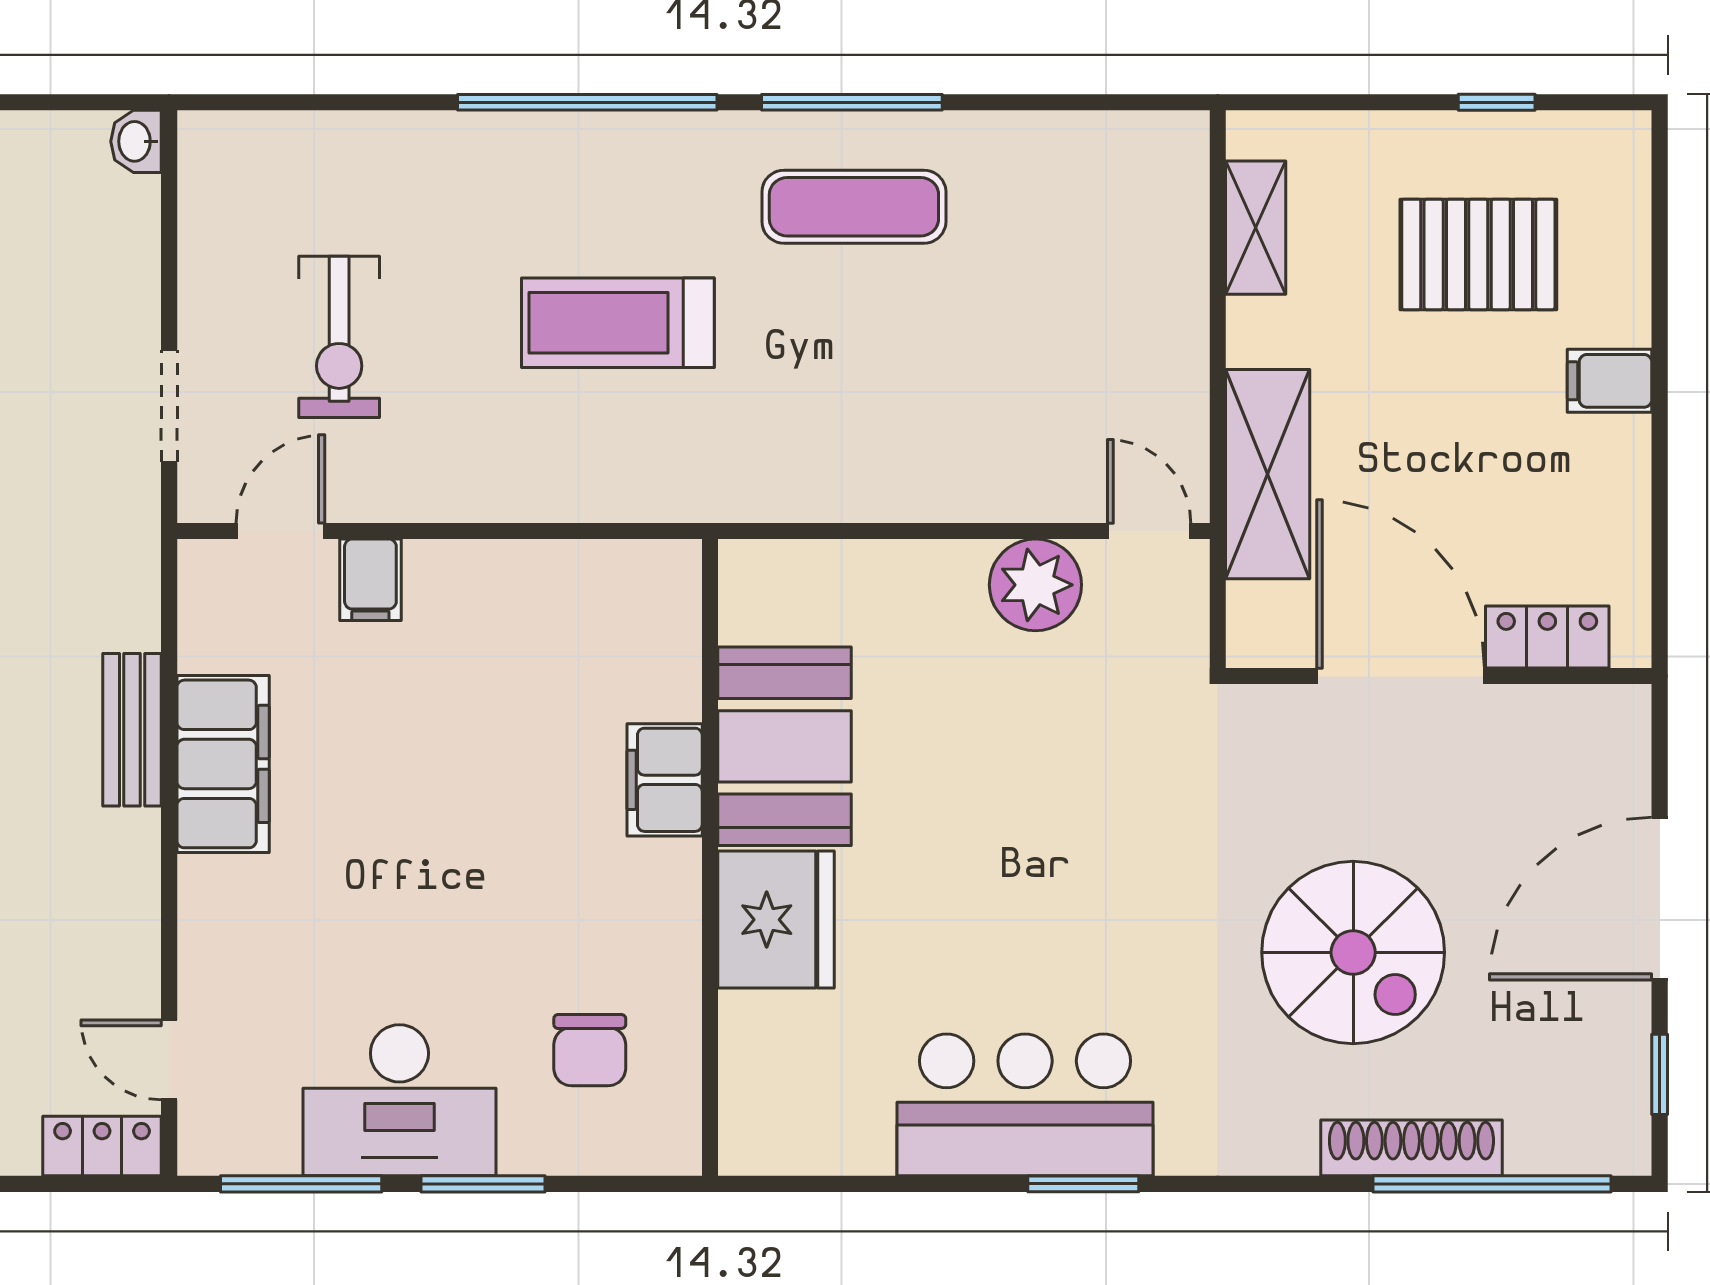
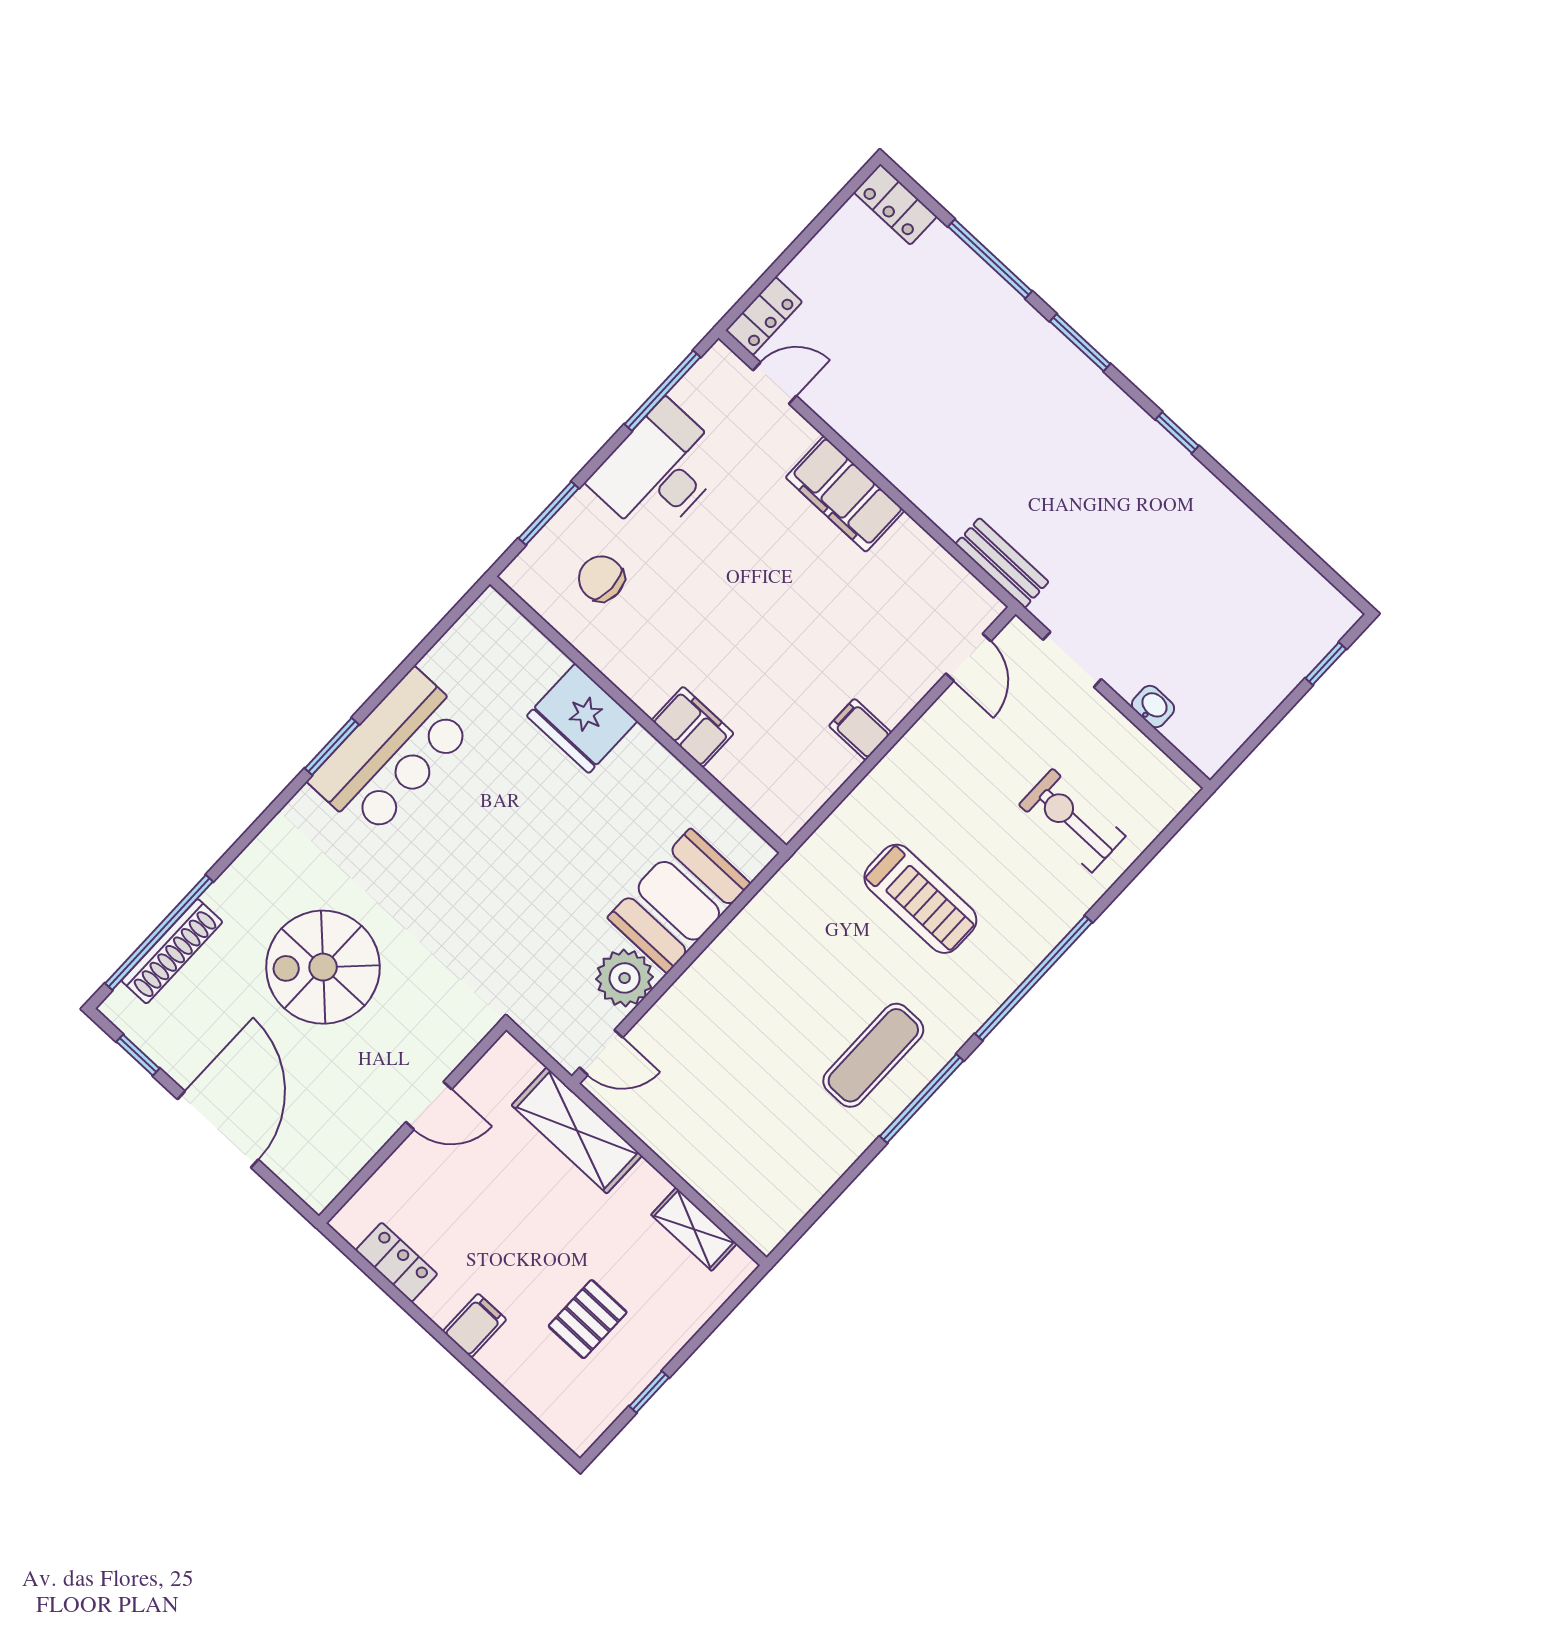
washbasin: (136, 141) -> (1153, 707), moved
pallet: (1478, 254) -> (588, 1319), width x0.67, depth x0.71
treadmill: (618, 323) -> (920, 899), turned 90
exercise bike: (339, 337) -> (1072, 820), moved
filing cabinet: (370, 580) -> (860, 729), moved
locker: (1547, 637) -> (397, 1262), moved, turned -90
door: (1401, 676) -> (429, 1106), width x0.53
bench: (132, 730) -> (1002, 563), moved
booth: (785, 746) -> (679, 901), moved, turned 90
filing cabinet: (223, 764) -> (845, 494), moved
shoe rack: (1411, 1148) -> (172, 951), moved
window: (483, 1184) -> (549, 513), moved

